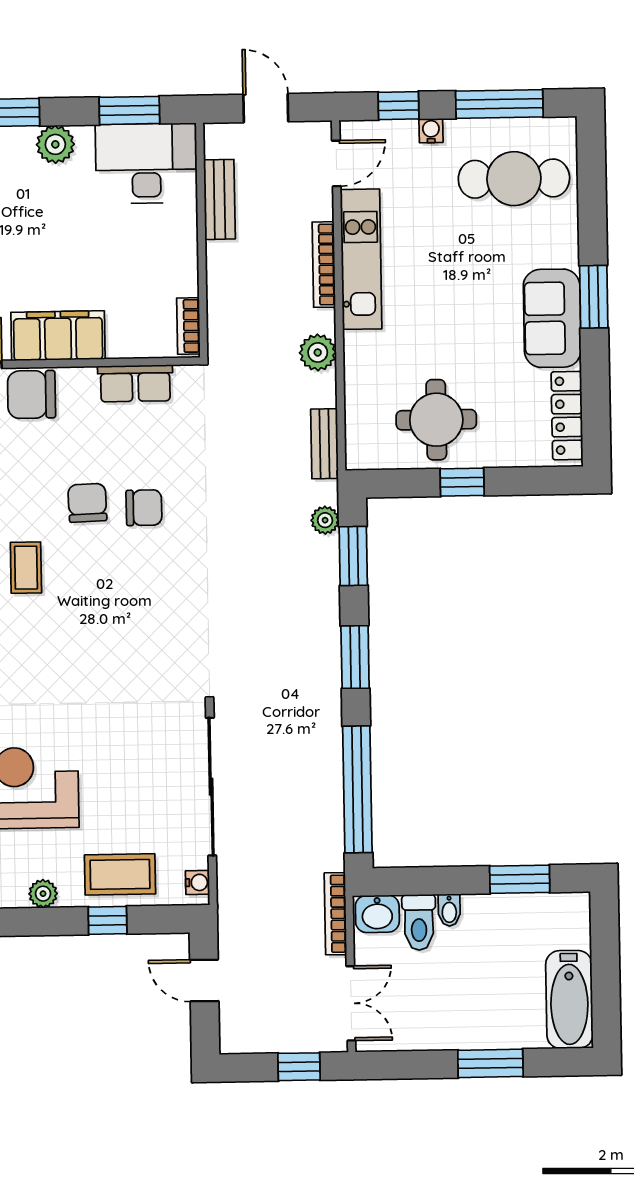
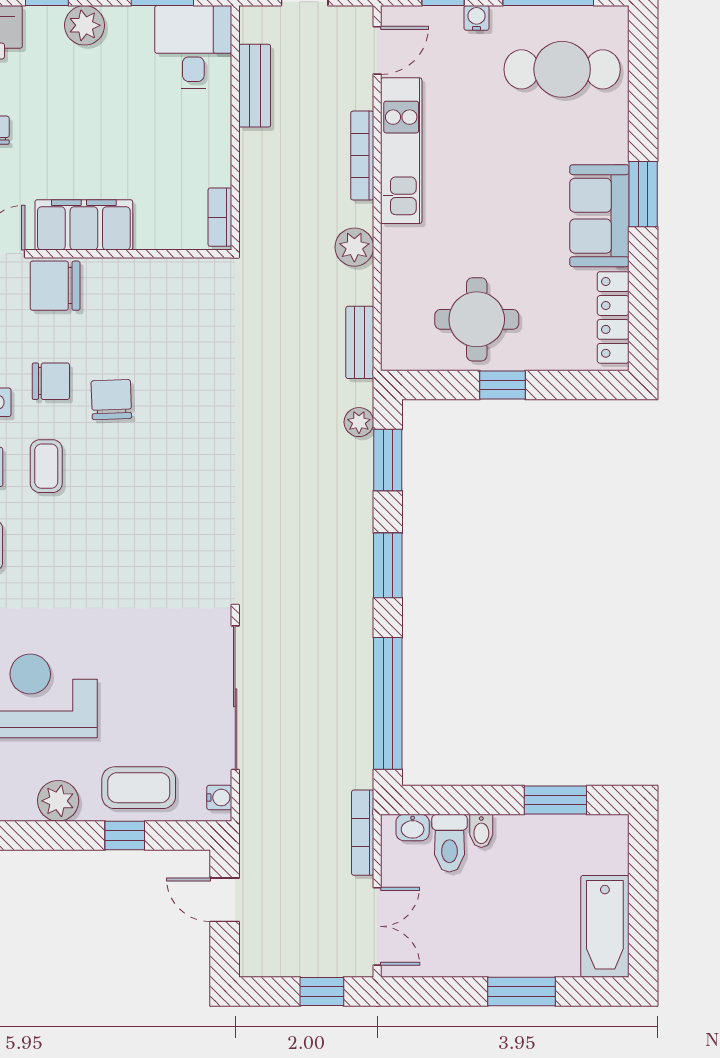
desk: (146, 163) -> (193, 47), width x0.73
row of seats: (135, 383) -> (164, 276), removed
chair: (144, 508) -> (51, 381), moved
plant: (43, 894) -> (58, 801), width x1.38, depth x1.38
washbasin: (377, 914) -> (413, 828), width x0.72, depth x0.69

